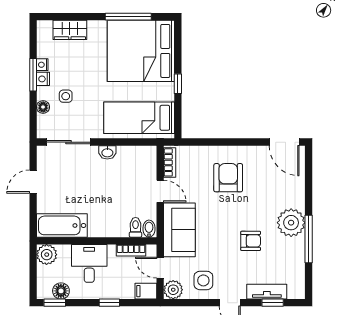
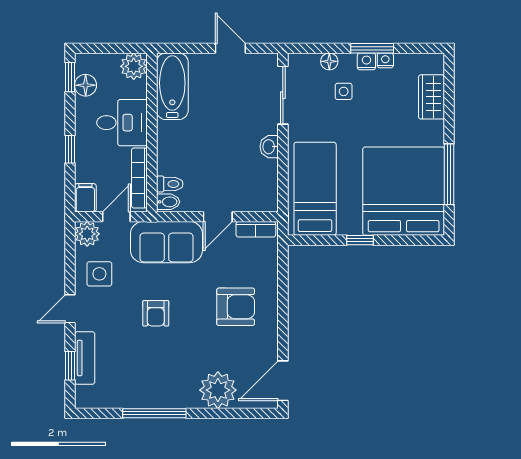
plant: (291, 223) -> (218, 390), moved
armchair: (251, 241) -> (156, 313), moved
bookcase: (131, 250) -> (139, 178), width x1.56

